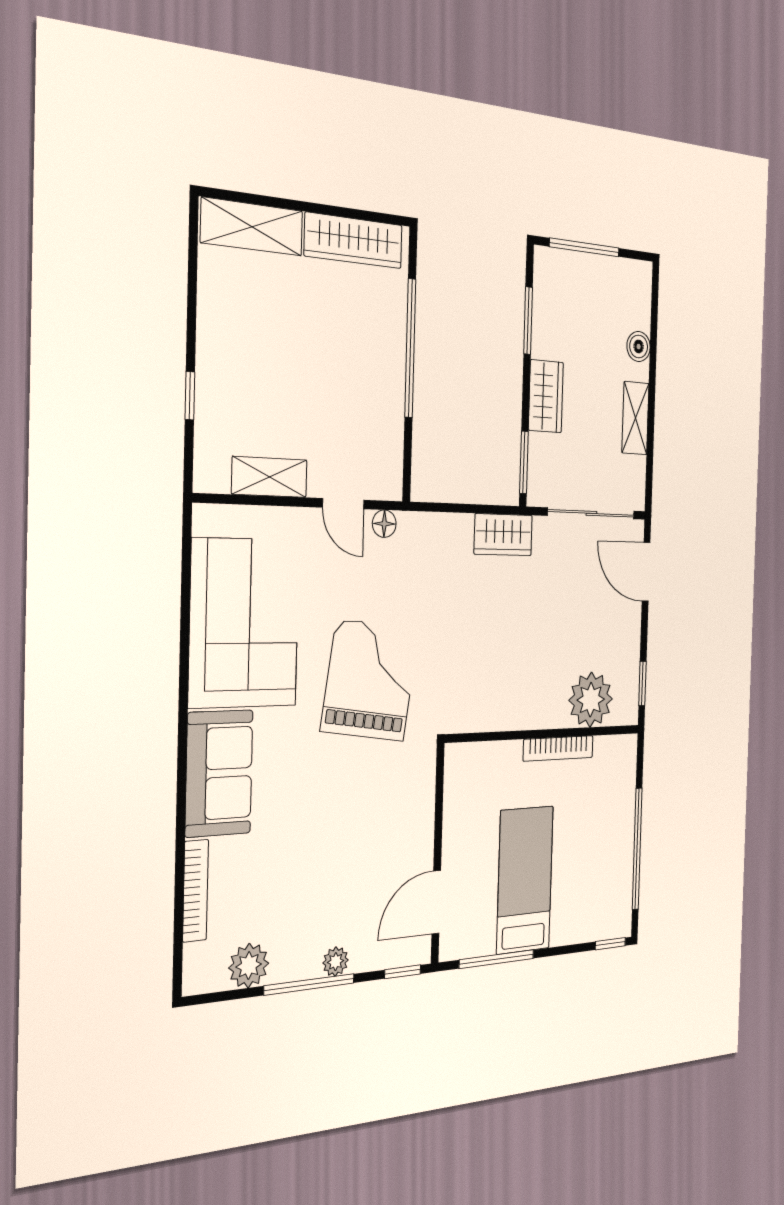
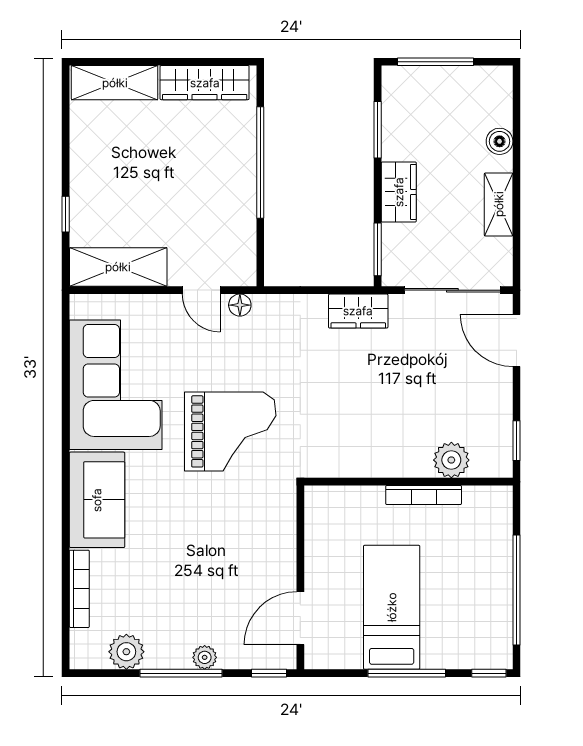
shelving: (269, 477) -> (118, 267), width x1.50, depth x1.33
grand piano: (370, 680) -> (230, 431), turned 82
plant: (591, 700) -> (451, 460), width x0.73, depth x0.73
window: (497, 959) -> (407, 673), moved

